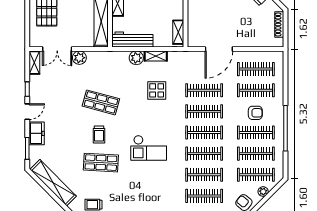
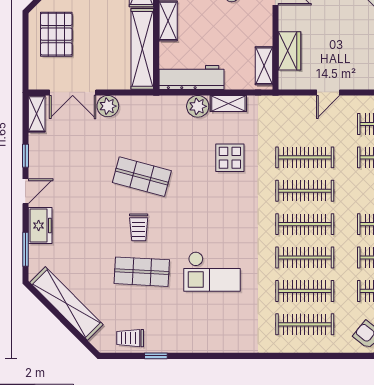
wardrobe: (194, 23) -> (289, 51), added
door: (219, 49) -> (328, 92), width x0.53
checkout: (149, 148) -> (212, 272), moved

